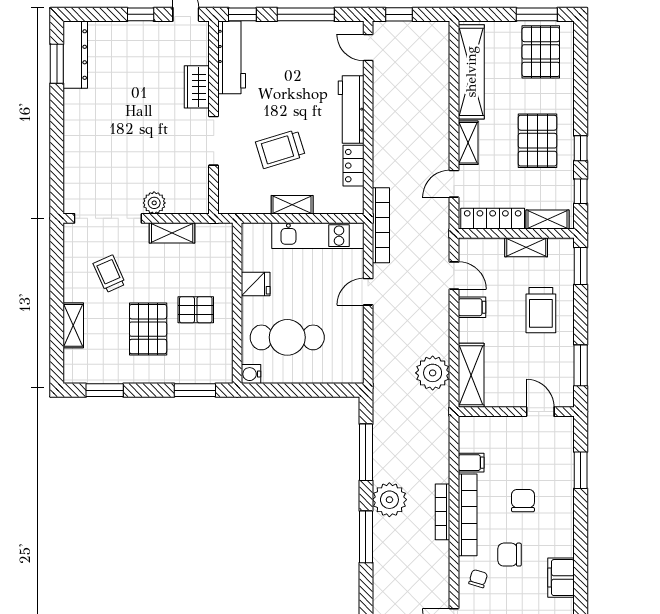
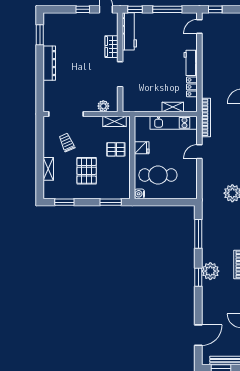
door: (368, 48) -> (199, 26), hinge flipped
dresser: (75, 55) -> (49, 63), moved
workbench: (351, 109) -> (191, 63), width x0.73
trolley: (280, 149) -> (154, 78), removed
plant: (154, 203) -> (103, 106), moved
shelving: (292, 205) -> (173, 107), moved
shelving: (172, 233) -> (115, 121), moved
pallet: (196, 310) -> (116, 149), moved
plant: (389, 500) -> (210, 271), moved
window: (366, 537) -> (198, 277), width x0.69

